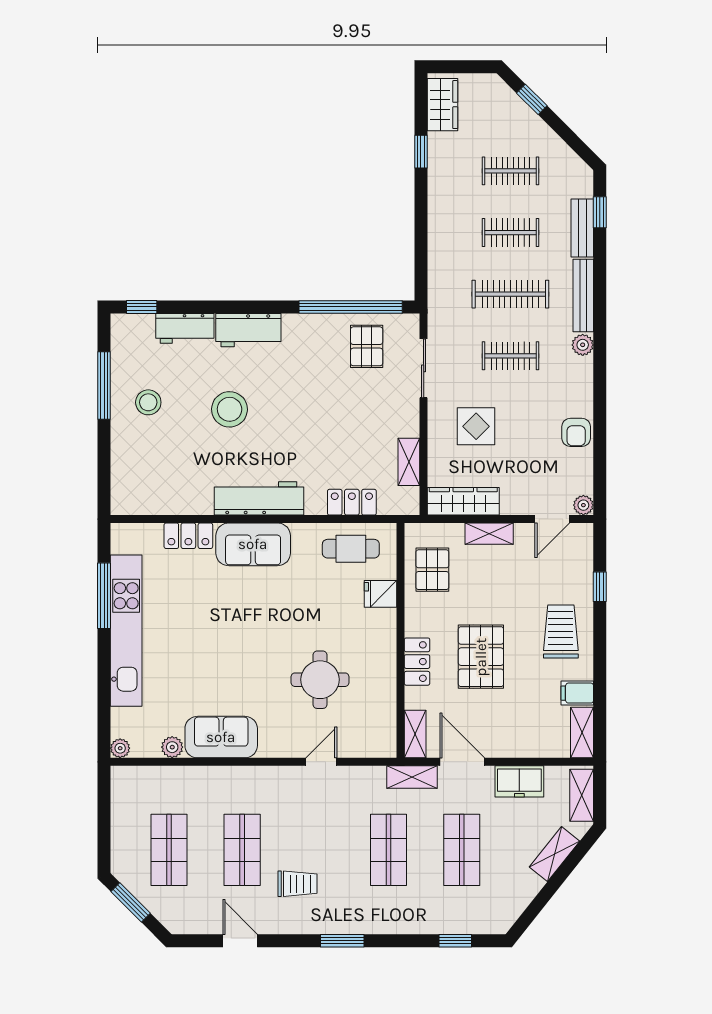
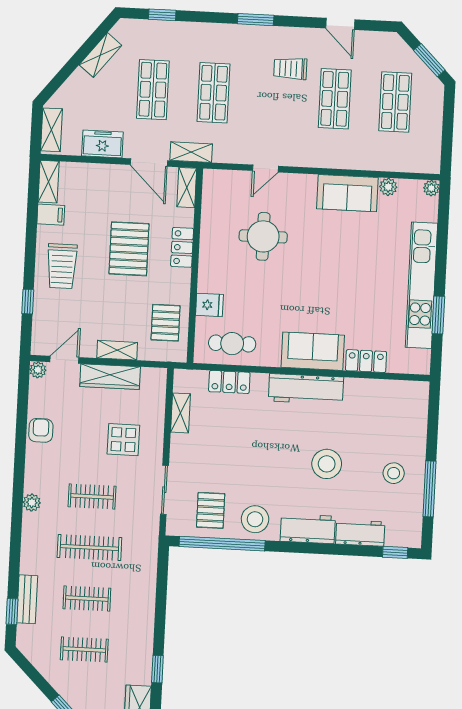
bench: (583, 296) -> (29, 543), removed
stool: (313, 338) -> (255, 519), added
wardrobe: (463, 501) -> (110, 377), moved
window: (104, 596) -> (438, 315), width x0.69
shelving: (554, 854) -> (100, 55), moved

